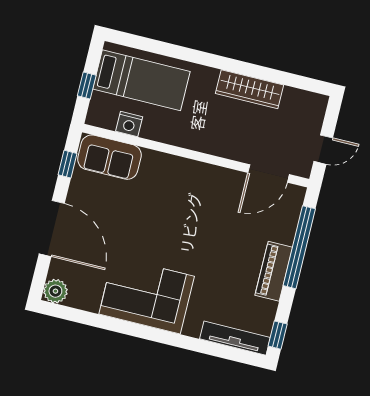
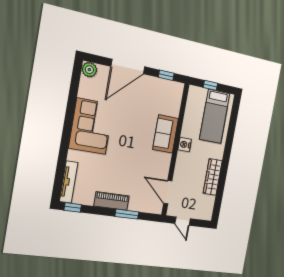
nightstand: (129, 124) -> (185, 145), moved
sofa: (109, 157) -> (166, 134), moved
window: (299, 247) -> (127, 214), width x0.47

